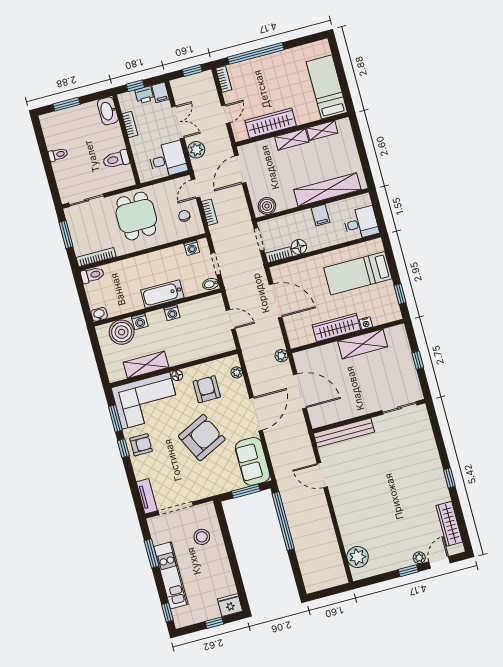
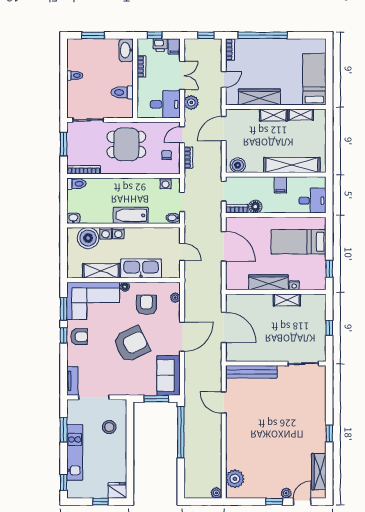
dining table: (136, 216) -> (126, 144), turned 90
washing machine: (172, 313) -> (118, 233), moved
shelving: (363, 344) -> (287, 300), width x0.67, depth x0.75
kitchen sink: (190, 350) -> (141, 268), added
plant: (281, 356) -> (216, 493), moved

